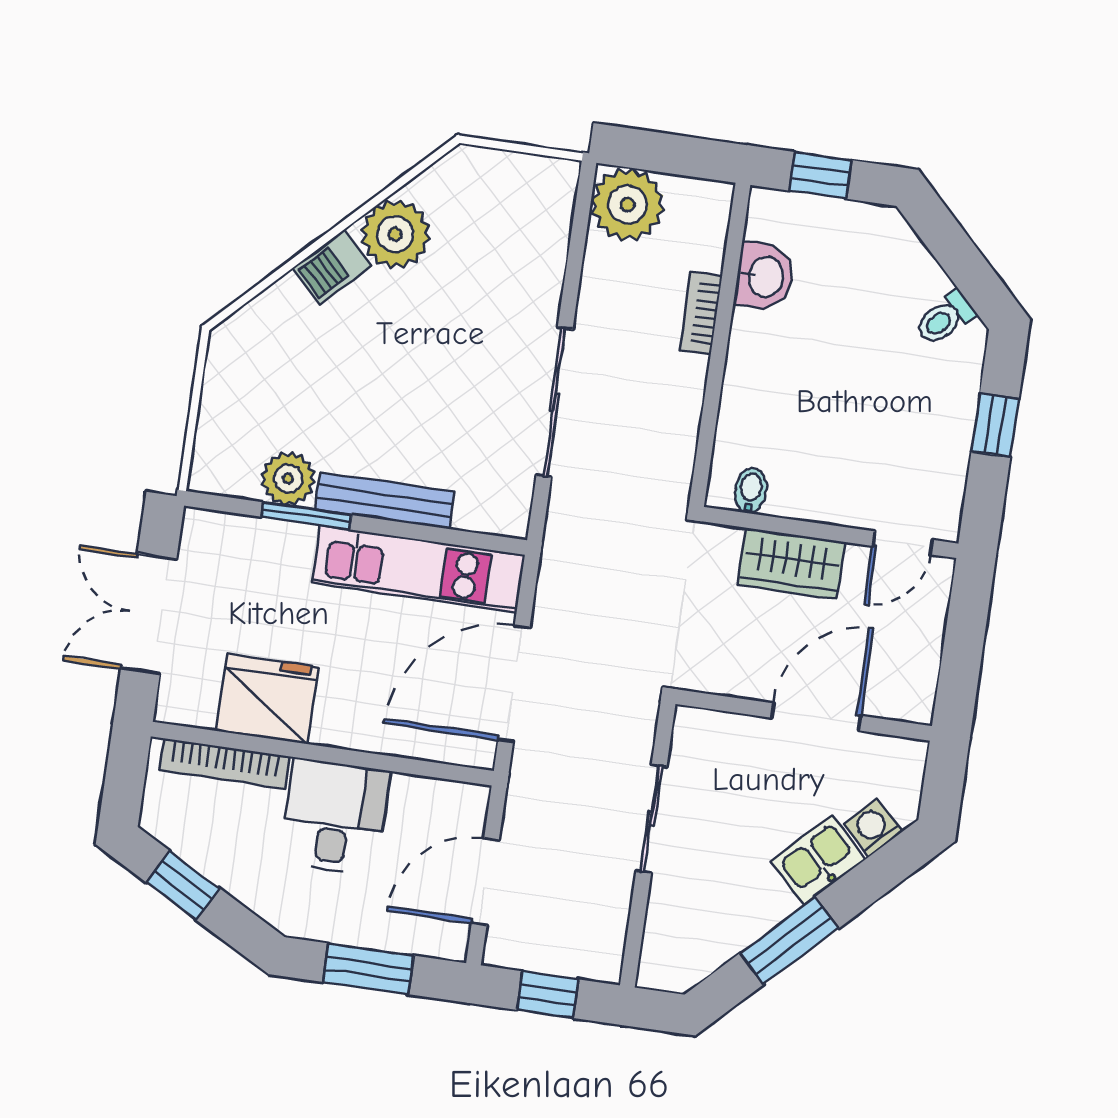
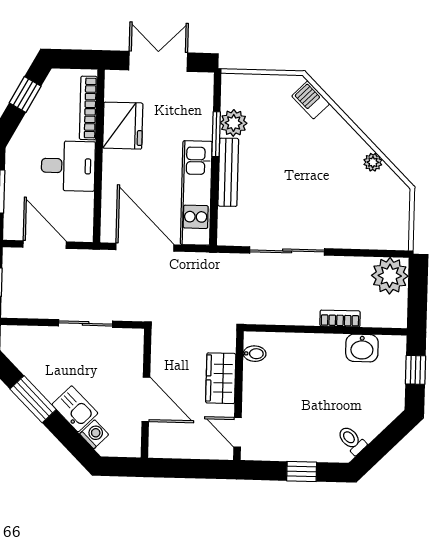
plant: (395, 234) -> (373, 162), width x0.53, depth x0.53
barbecue: (332, 267) -> (311, 100), moved

